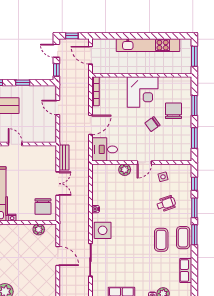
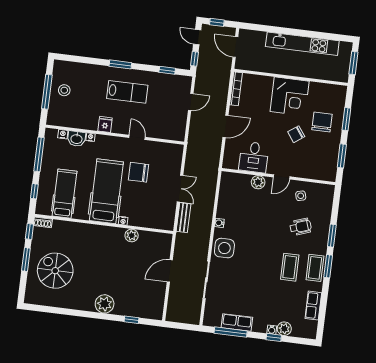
window: (23, 83) -> (167, 70), moved
door: (58, 107) -> (191, 102), swing flipped
desk: (105, 149) -> (254, 157), moved, turned -90
bench: (64, 158) -> (183, 218), moved
window: (194, 184) -> (335, 208), removed
chair: (43, 207) -> (139, 172), moved, turned 90
plant: (39, 229) -> (132, 235), moved
door: (58, 256) -> (170, 271), swing flipped

